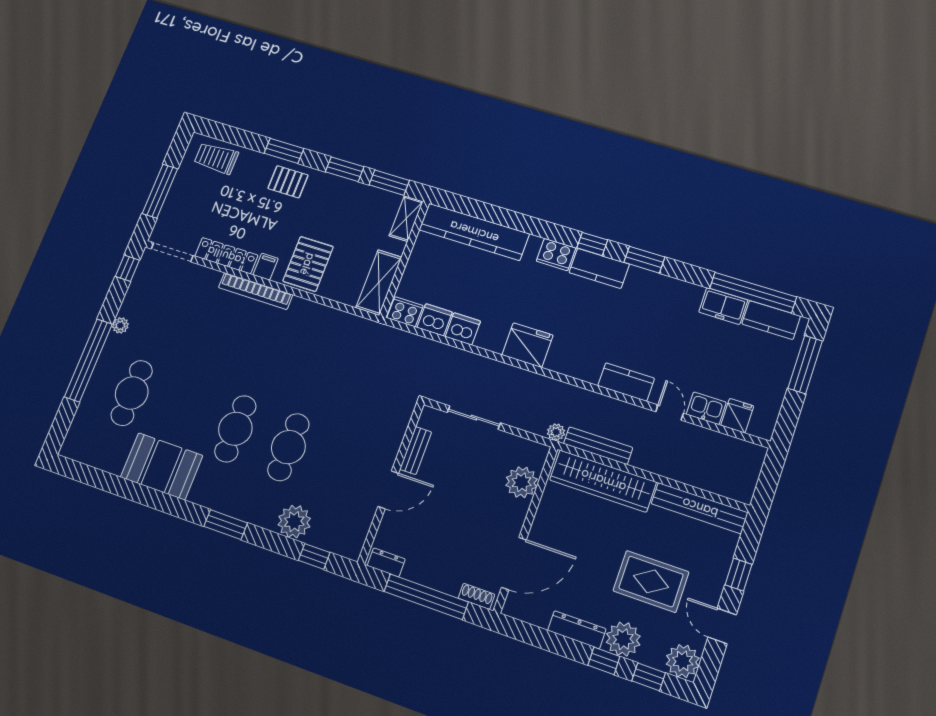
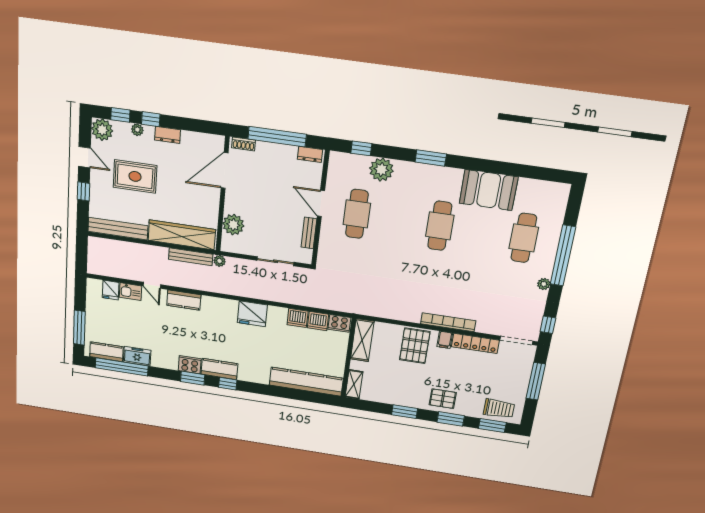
window: (389, 183) -> (492, 426), moved
cooker: (556, 255) -> (190, 365), moved
cafe table: (288, 447) -> (357, 214), moved
door: (388, 490) -> (321, 203), hinge flipped
dresser: (577, 630) -> (168, 135), width x0.70
plant: (623, 639) -> (137, 130), width x0.53, depth x0.53

